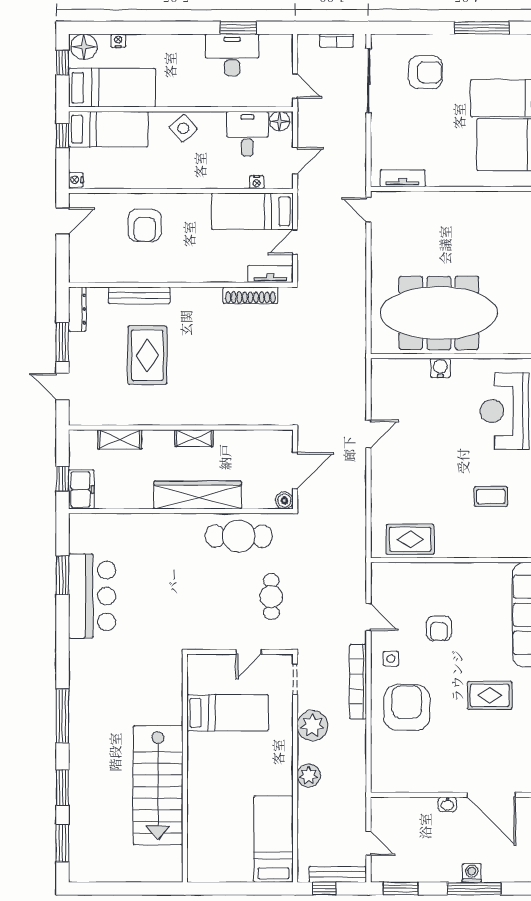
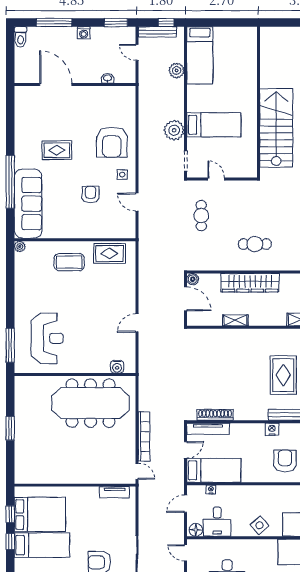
nightstand: (164, 273) -> (272, 429), added
tv unit: (270, 274) -> (208, 429), width x1.41
water cooler: (440, 368) -> (117, 367), moved
shelving: (194, 438) -> (235, 320), moved
door: (295, 471) -> (186, 299), swing flipped
coffee table: (491, 496) -> (69, 262), moved, width x1.36, depth x1.30
cafe table: (239, 536) -> (255, 244), moved, width x0.73, depth x0.74
door: (249, 652) -> (216, 179), hinge flipped
bookcase: (358, 682) -> (144, 437), moved
bed: (228, 713) -> (214, 125), moved, turned 180
plant: (309, 775) -> (177, 70), moved
stairs: (158, 785) -> (276, 128), moved
washbasin: (447, 804) -> (108, 78), moved
washing machine: (472, 873) -> (84, 33), moved
window: (474, 889) -> (54, 23), moved

